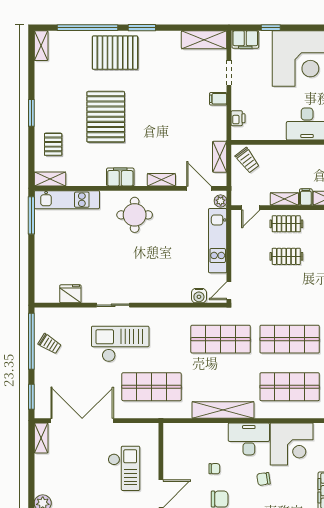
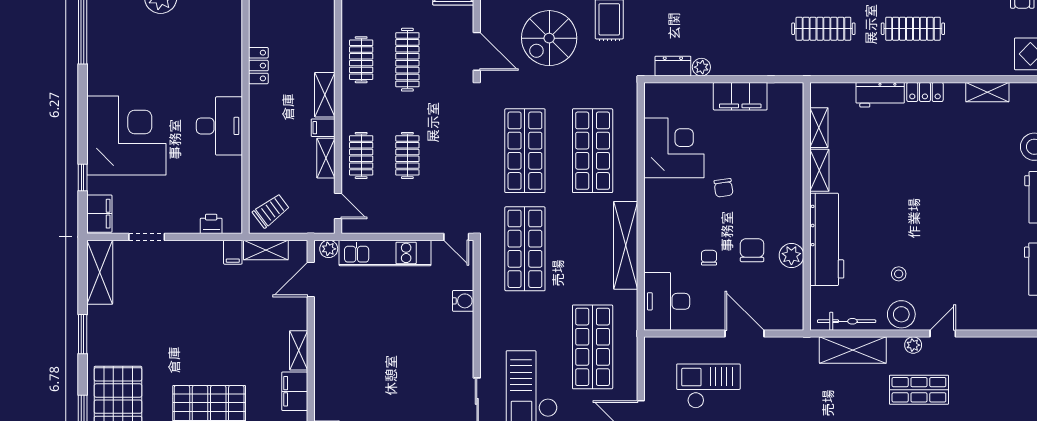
window: (142, 28) -> (83, 334), moved
filing cabinet: (218, 99) -> (233, 252), moved
shelving: (161, 180) -> (299, 350), moved
round table: (135, 215) -> (348, 371), removed
water cooler: (199, 296) -> (463, 301), moved
desk: (249, 439) -> (667, 301), moved

